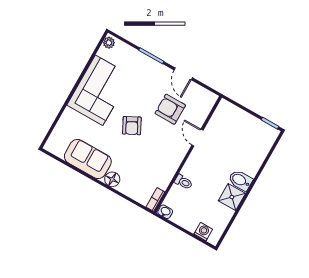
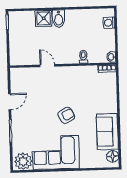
plant: (109, 43) -> (23, 161), width x1.88, depth x1.88
armchair: (170, 109) -> (39, 96), removed
door: (197, 138) -> (47, 66), swing flipped
floor lamp: (112, 179) -> (113, 156), moved
shower: (232, 197) -> (44, 18), moved

